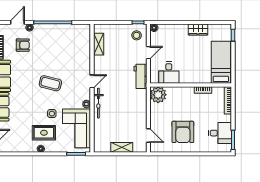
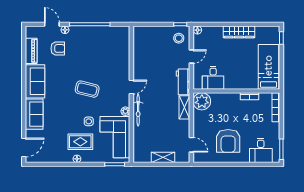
door: (17, 22) -> (52, 24), hinge flipped
wardrobe: (198, 30) -> (239, 32), width x1.50
shelving: (99, 44) -> (184, 107), moved
desk: (220, 133) -> (261, 150), moved, turned 90

